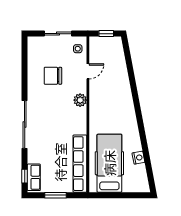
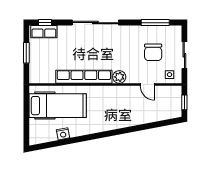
window: (25, 63) -> (155, 23), added
chair: (53, 76) -> (153, 52), moved, turned 180
row of seats: (80, 164) -> (84, 77), moved

